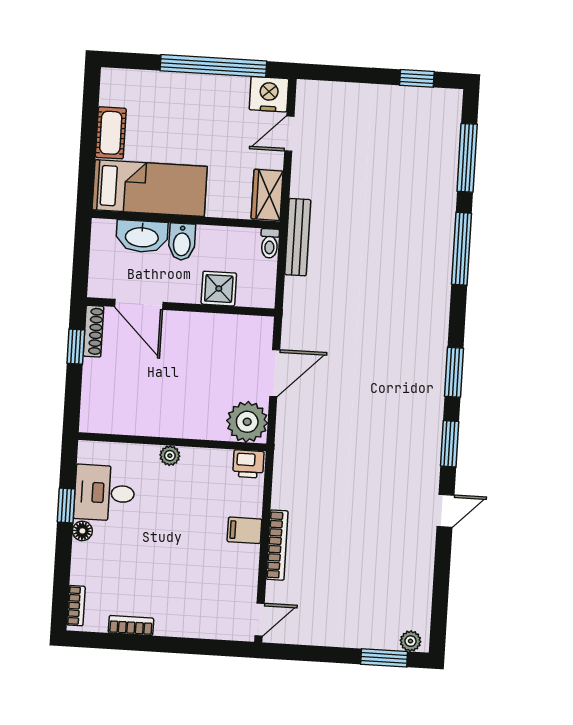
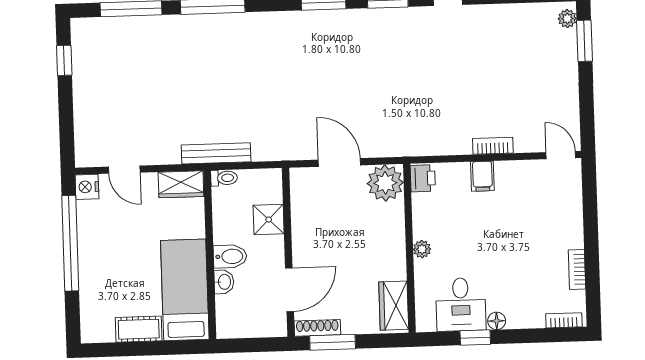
nightstand: (269, 94) -> (87, 187), width x0.74, depth x0.75
washbasin: (142, 236) -> (224, 282), width x0.52, depth x0.69
window: (76, 347) -> (333, 342), width x1.50
wardrobe: (110, 418) -> (394, 306), added
bookcase: (277, 545) -> (493, 146), width x0.64

